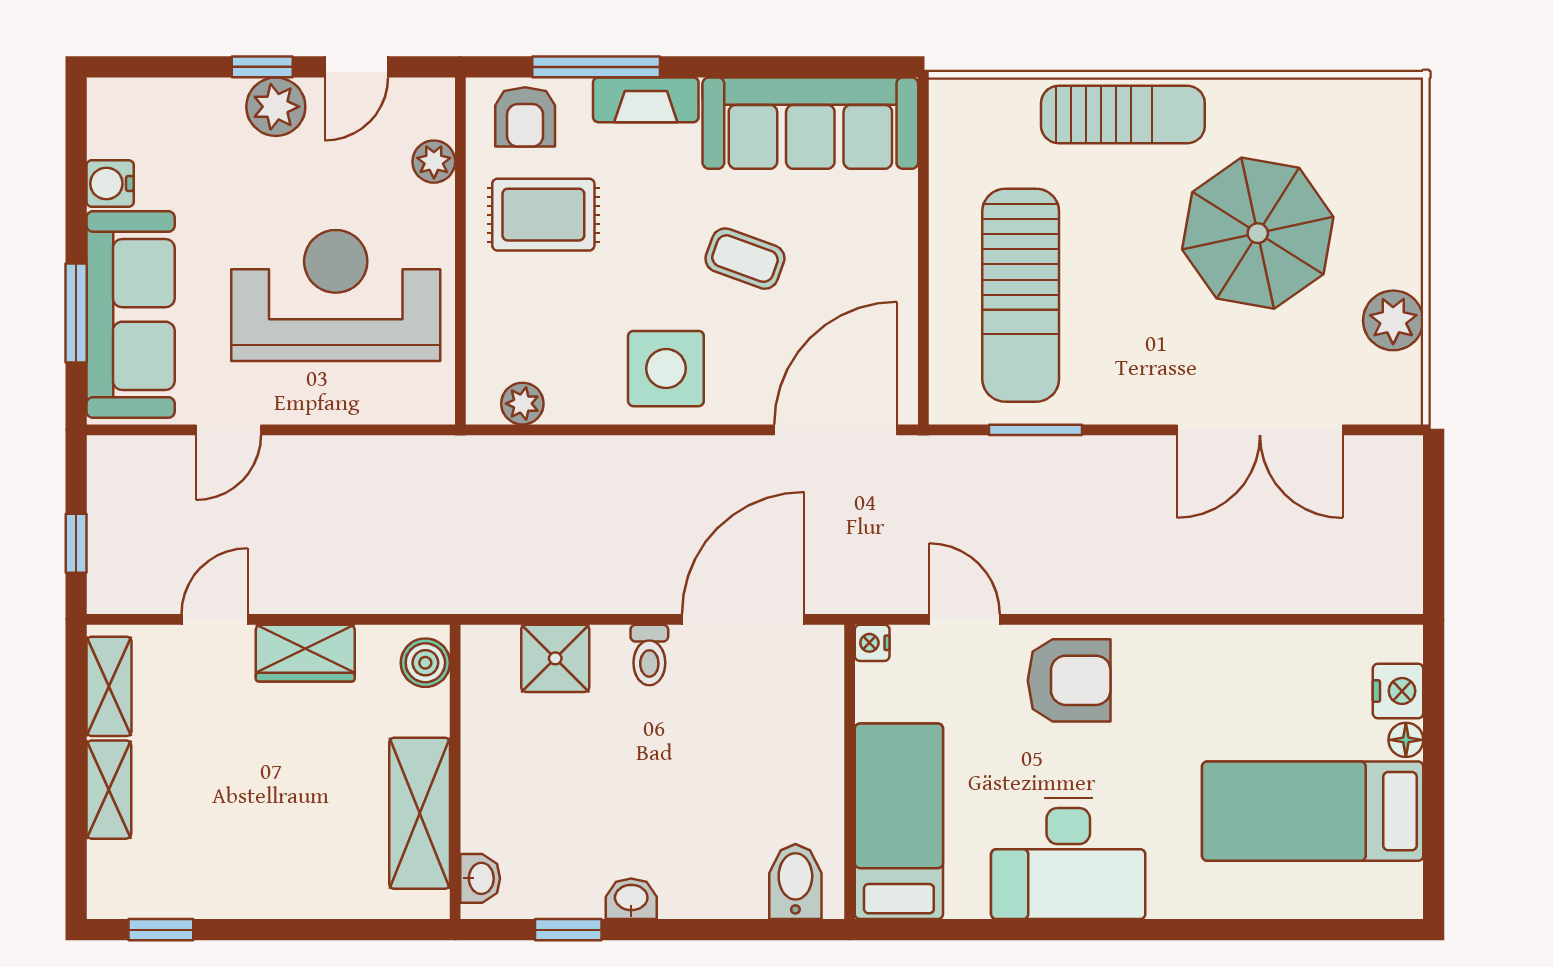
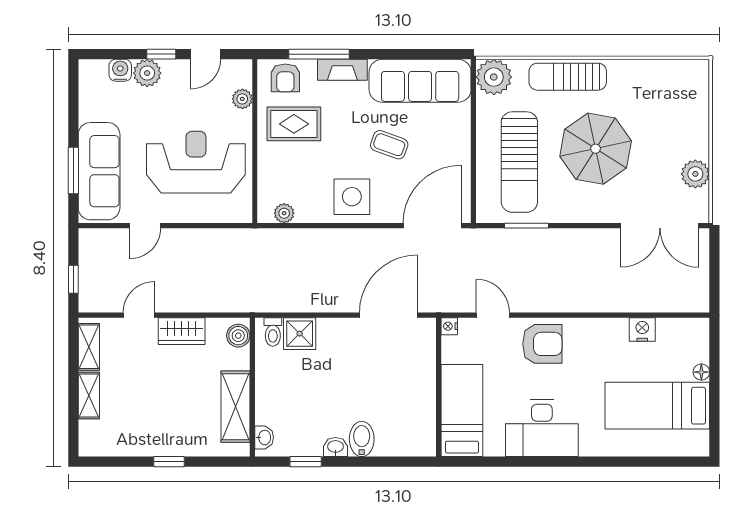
plant: (276, 107) -> (147, 73), moved
sun lounger: (1123, 114) -> (568, 77), turned 180
plant: (966, 115) -> (494, 77), added
water cooler: (110, 184) -> (120, 70), moved, turned 90
parasol: (1258, 233) -> (596, 149), moved
double door: (1260, 430) -> (660, 226), moved
toilet: (649, 655) -> (273, 332), moved
nightstand: (1398, 691) -> (642, 329), moved, turned -90
bidet: (795, 882) -> (362, 439), moved
window: (161, 930) -> (169, 462), moved

